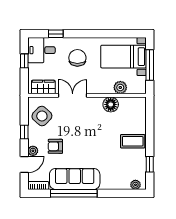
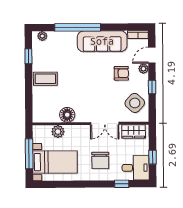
window: (74, 193) -> (78, 27), moved

